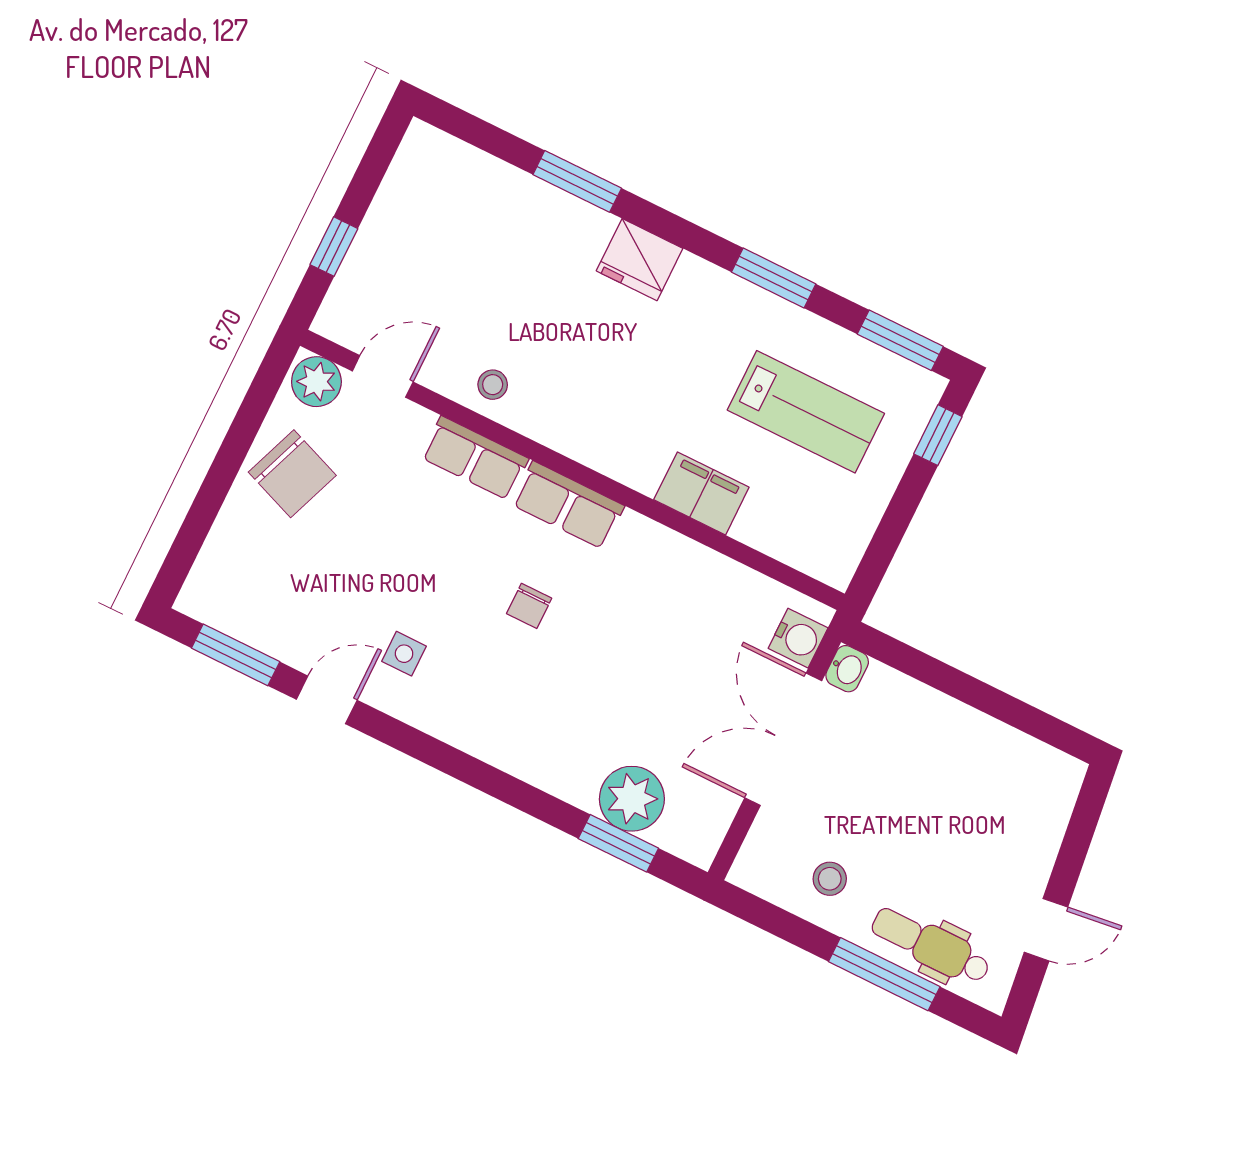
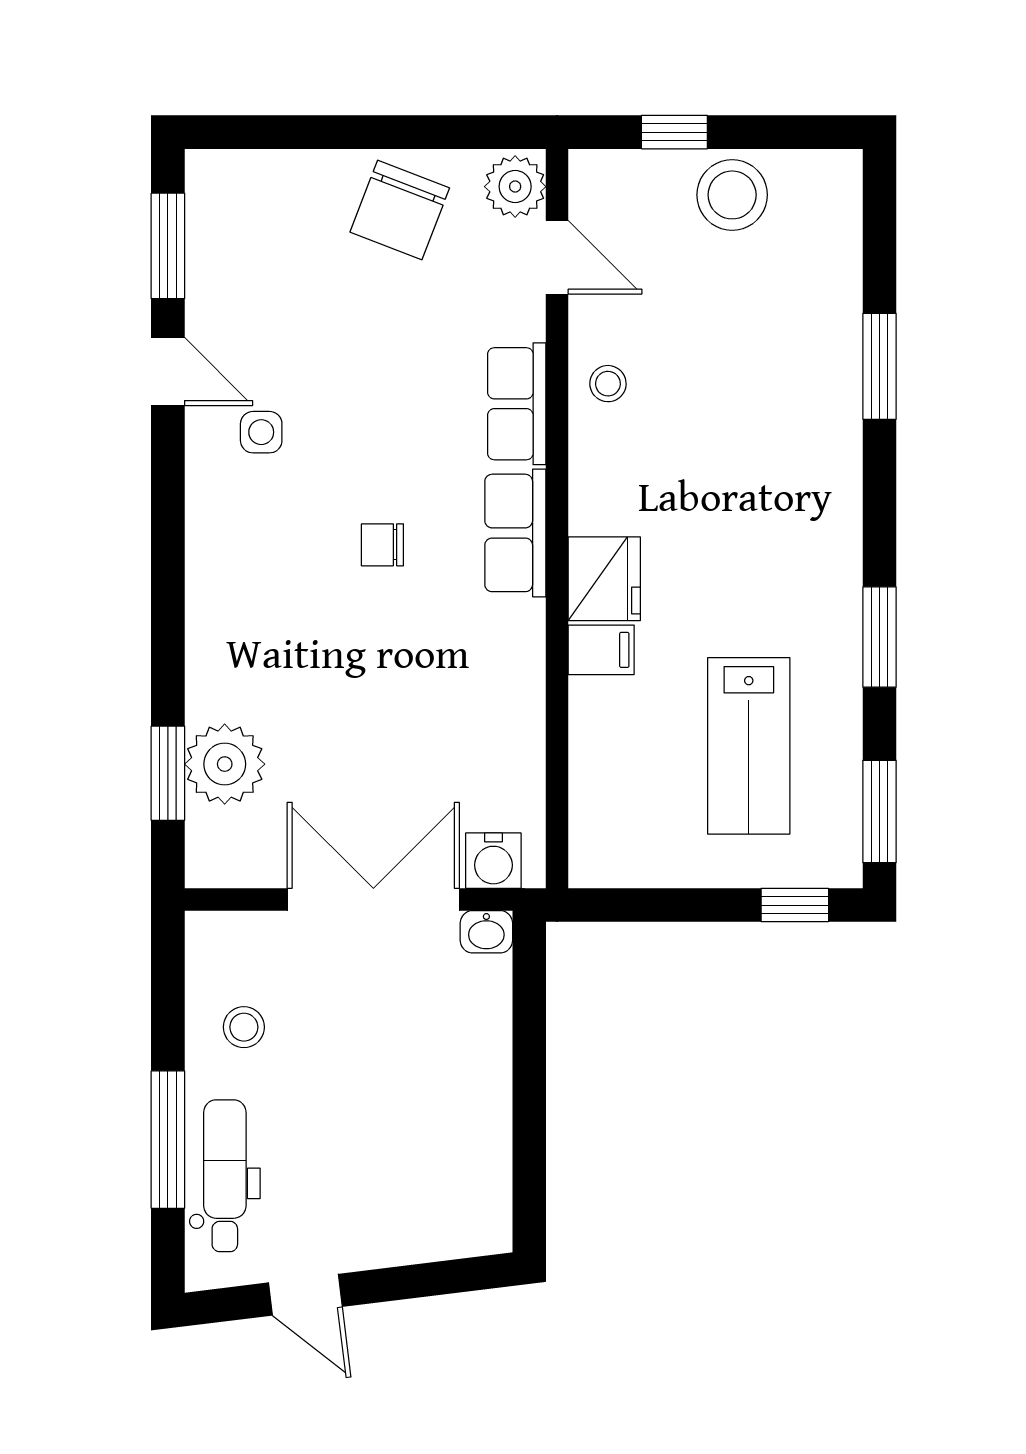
stool: (400, 227) -> (732, 195), added
fridge: (640, 260) -> (604, 579), moved, turned 180
filing cabinet: (701, 493) -> (601, 650), width x0.50

